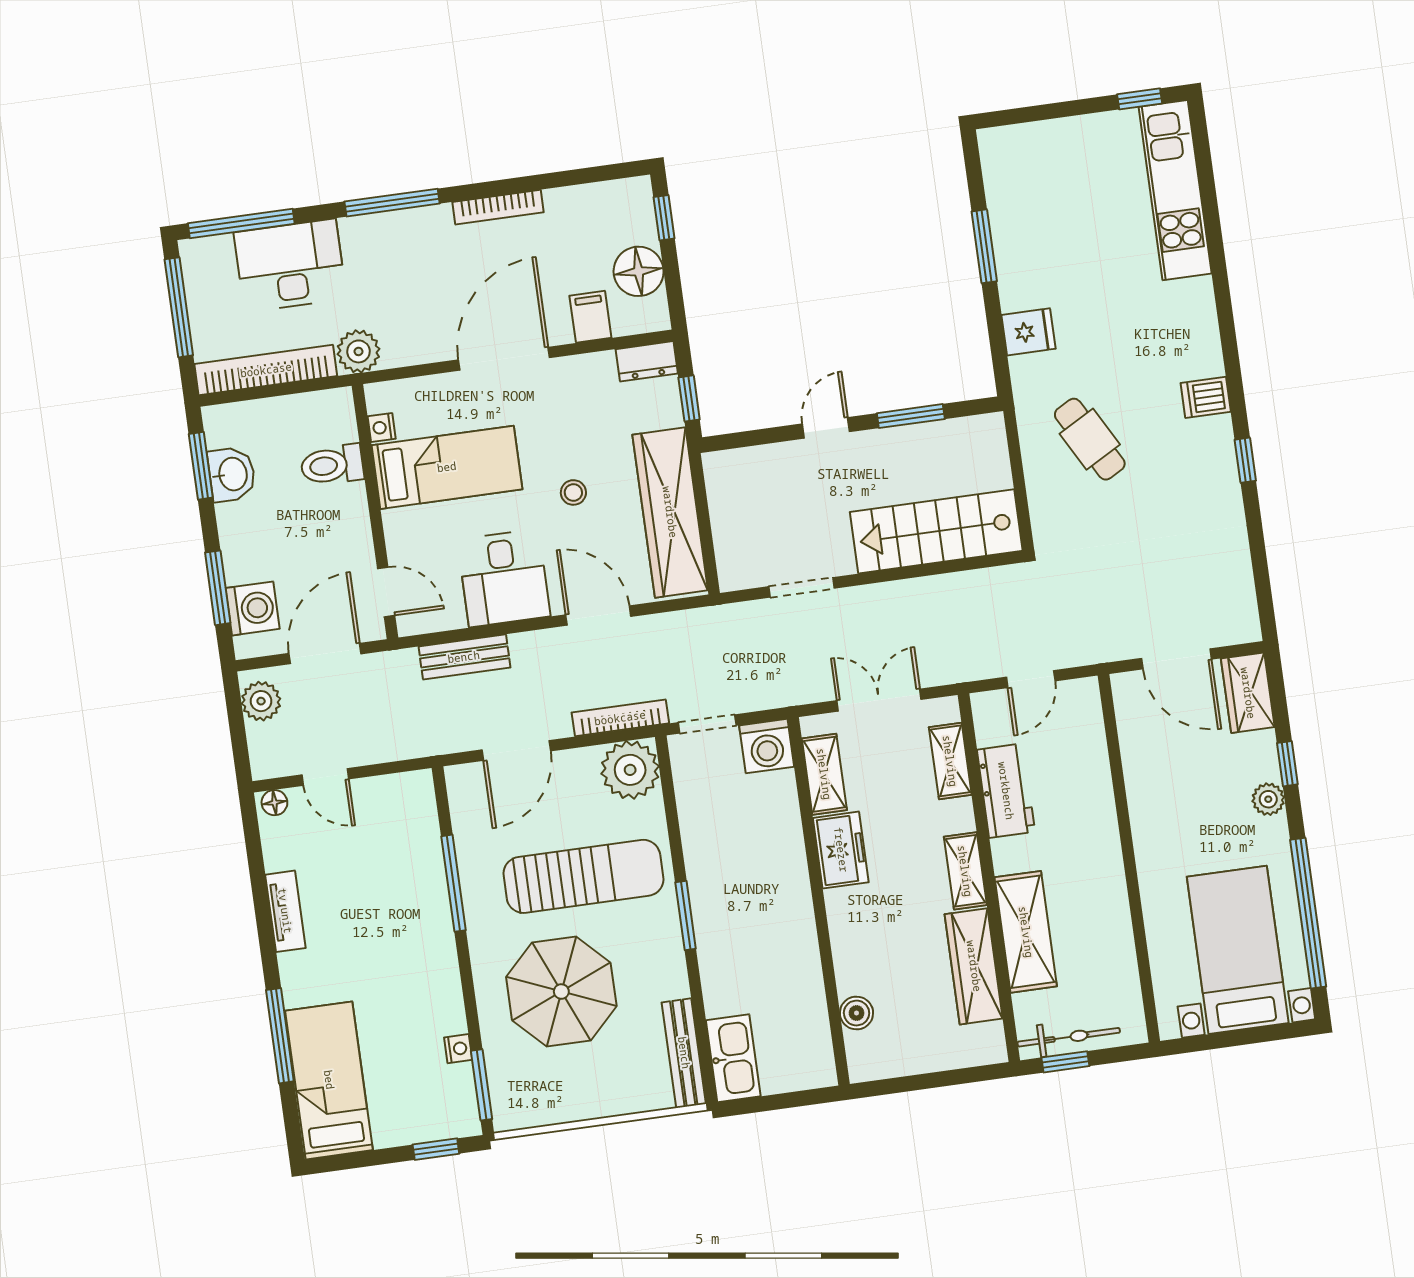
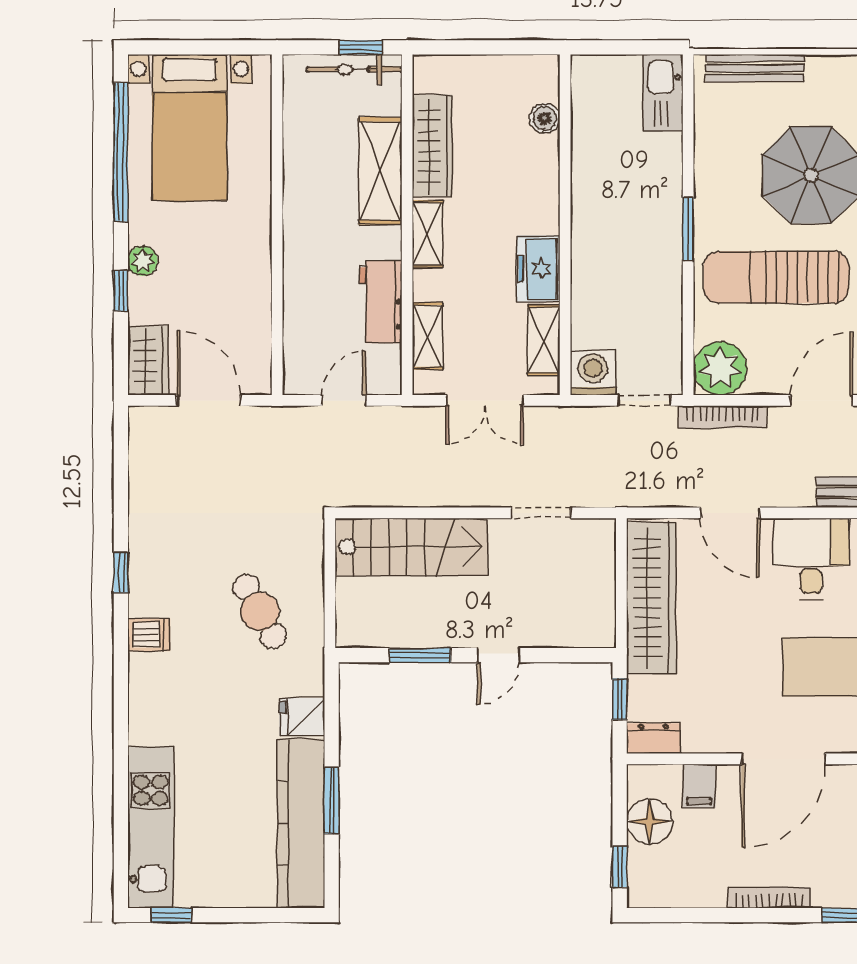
kitchen counter: (1014, 217) -> (301, 823), added
stool: (573, 492) -> (737, 628), removed
bench: (684, 1053) -> (755, 68), moved, turned 90

